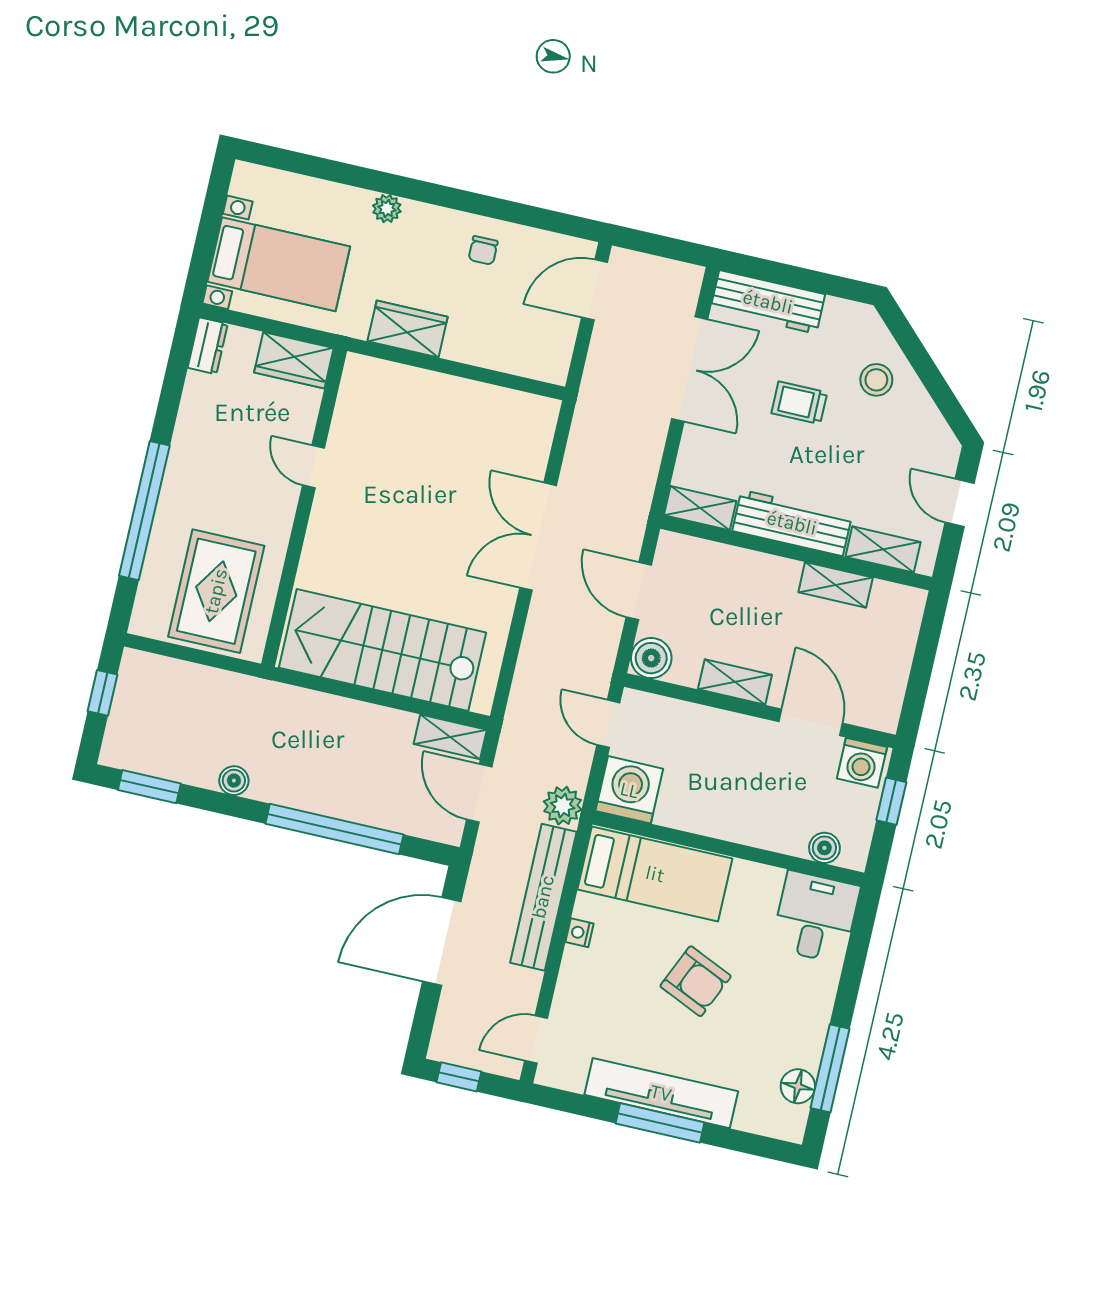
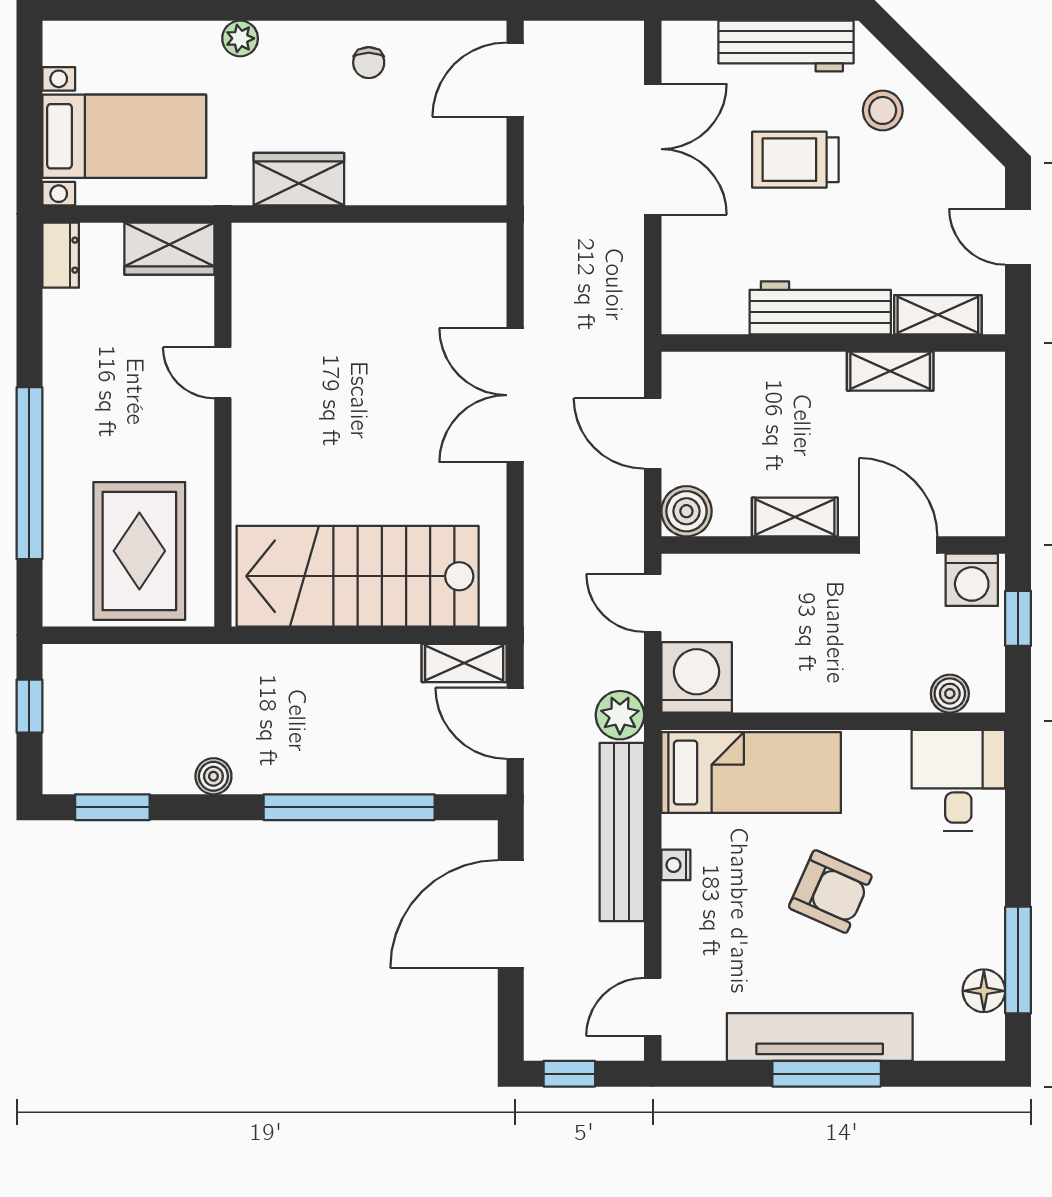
workbench: (768, 302) -> (786, 46), moved
trolley: (799, 403) -> (795, 160), width x1.36, depth x1.39
shelving: (700, 508) -> (704, 316), removed

